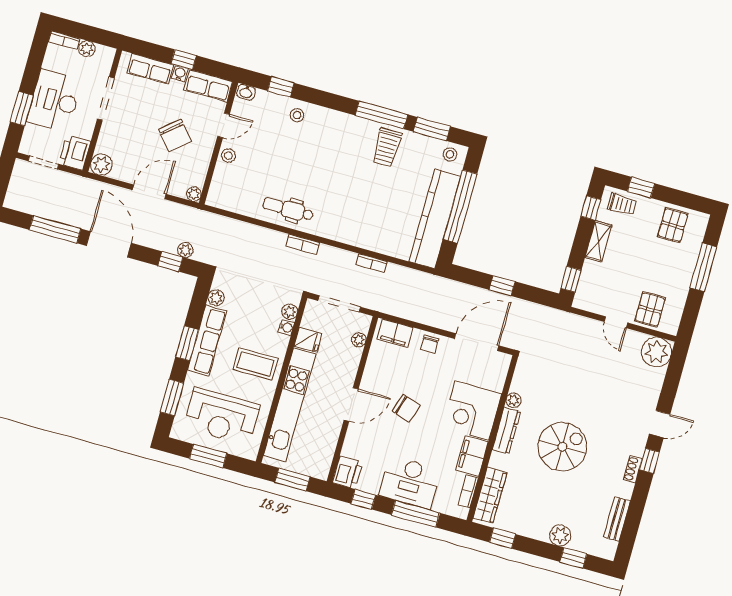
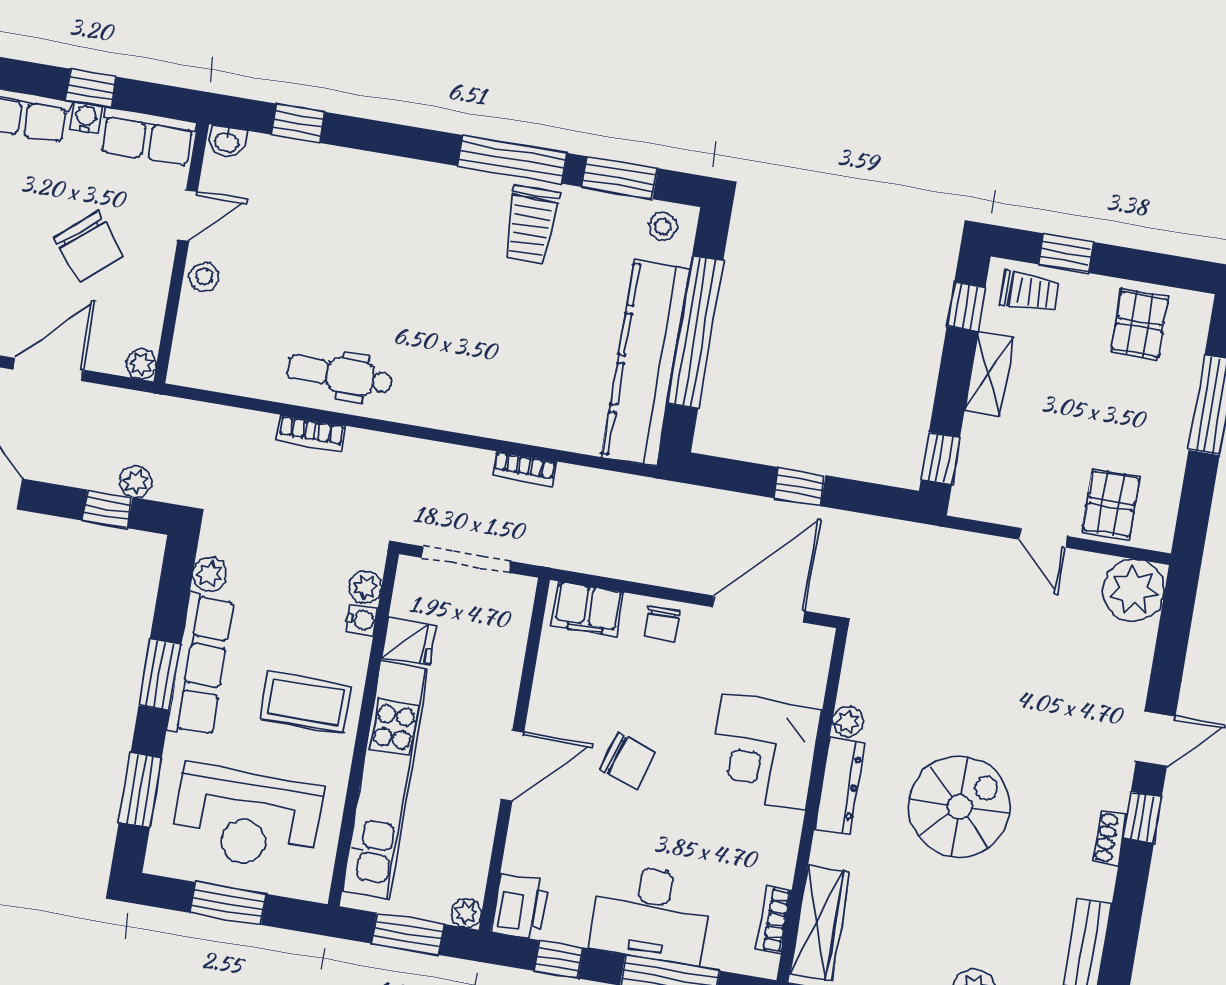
stool: (297, 115) -> (338, 178), removed
bookcase: (303, 244) -> (311, 433), moved
plant: (359, 340) -> (467, 913), moved
filing cabinet: (472, 456) -> (774, 846), removed

